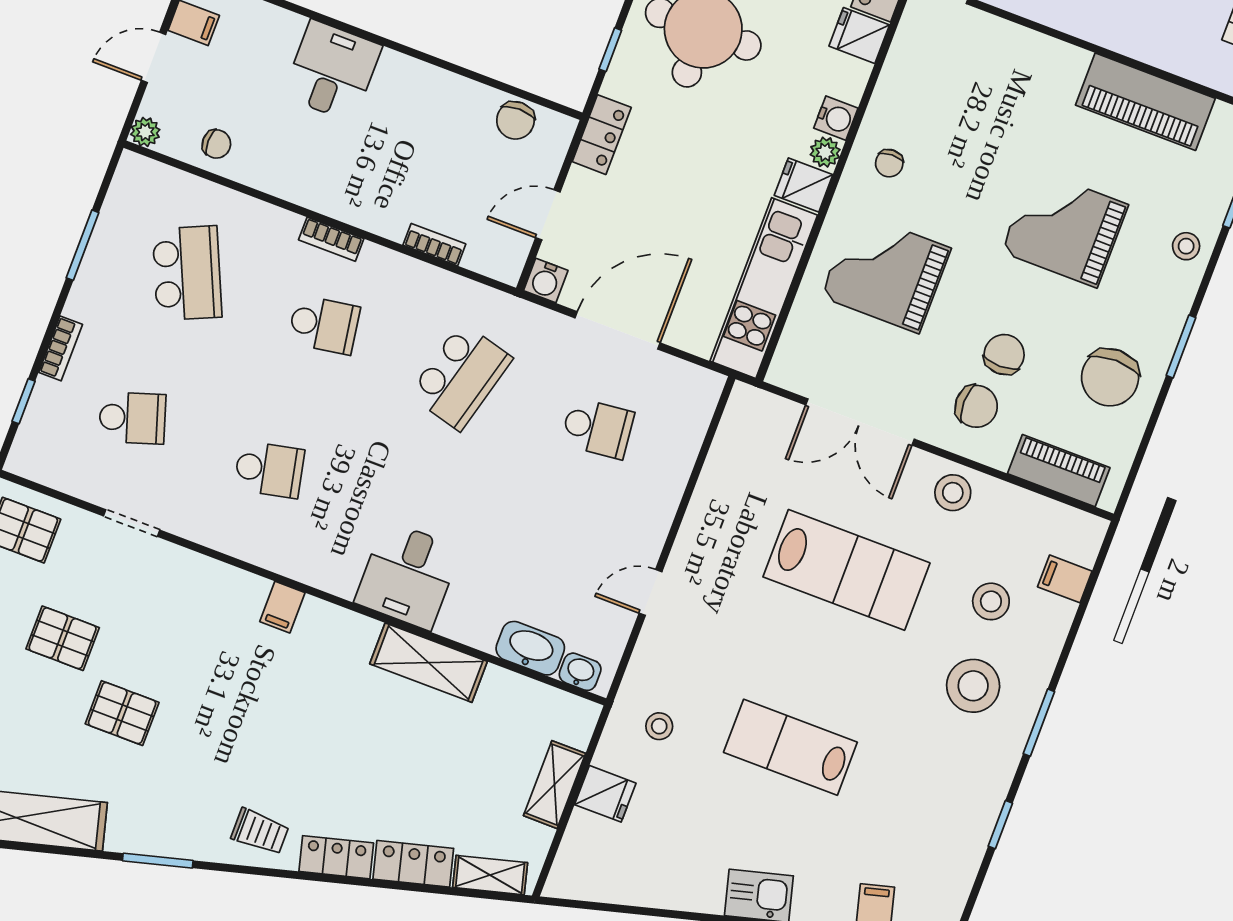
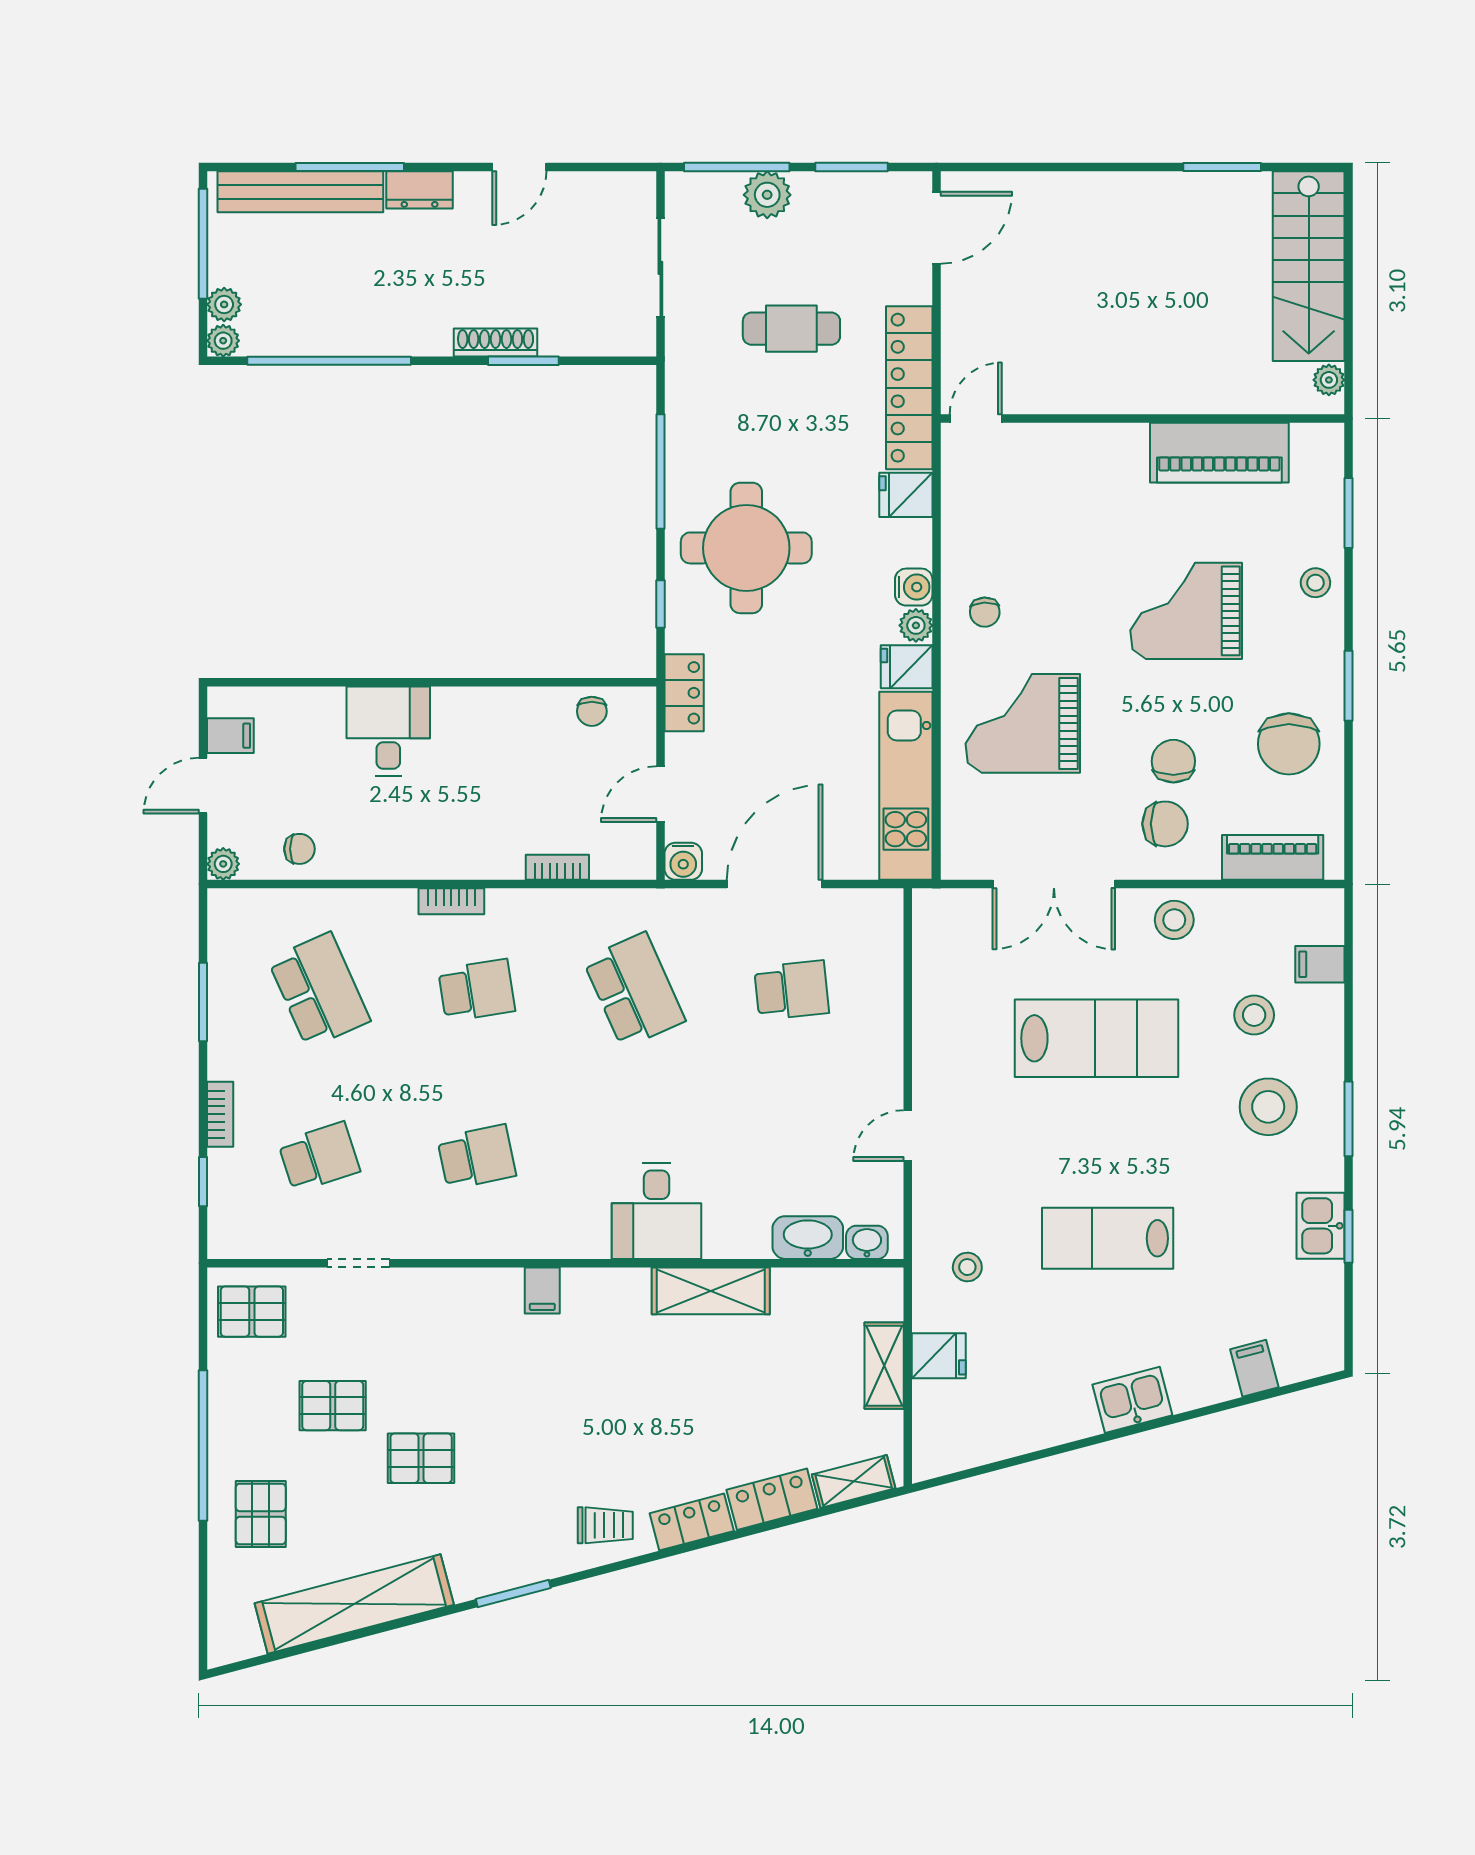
chair: (515, 120) -> (592, 711), width x0.73, depth x0.73
school desk: (461, 376) -> (634, 990), turned -39
kitchen sink: (979, 806) -> (1320, 1226), added

